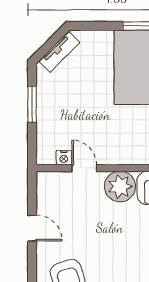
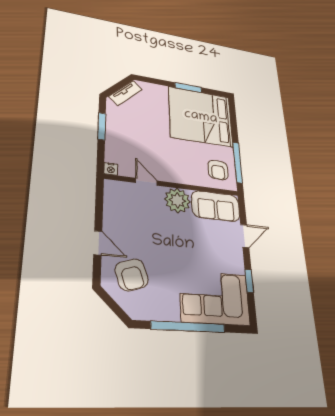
nightstand: (64, 158) -> (111, 169), moved
door: (32, 228) -> (98, 243), moved

